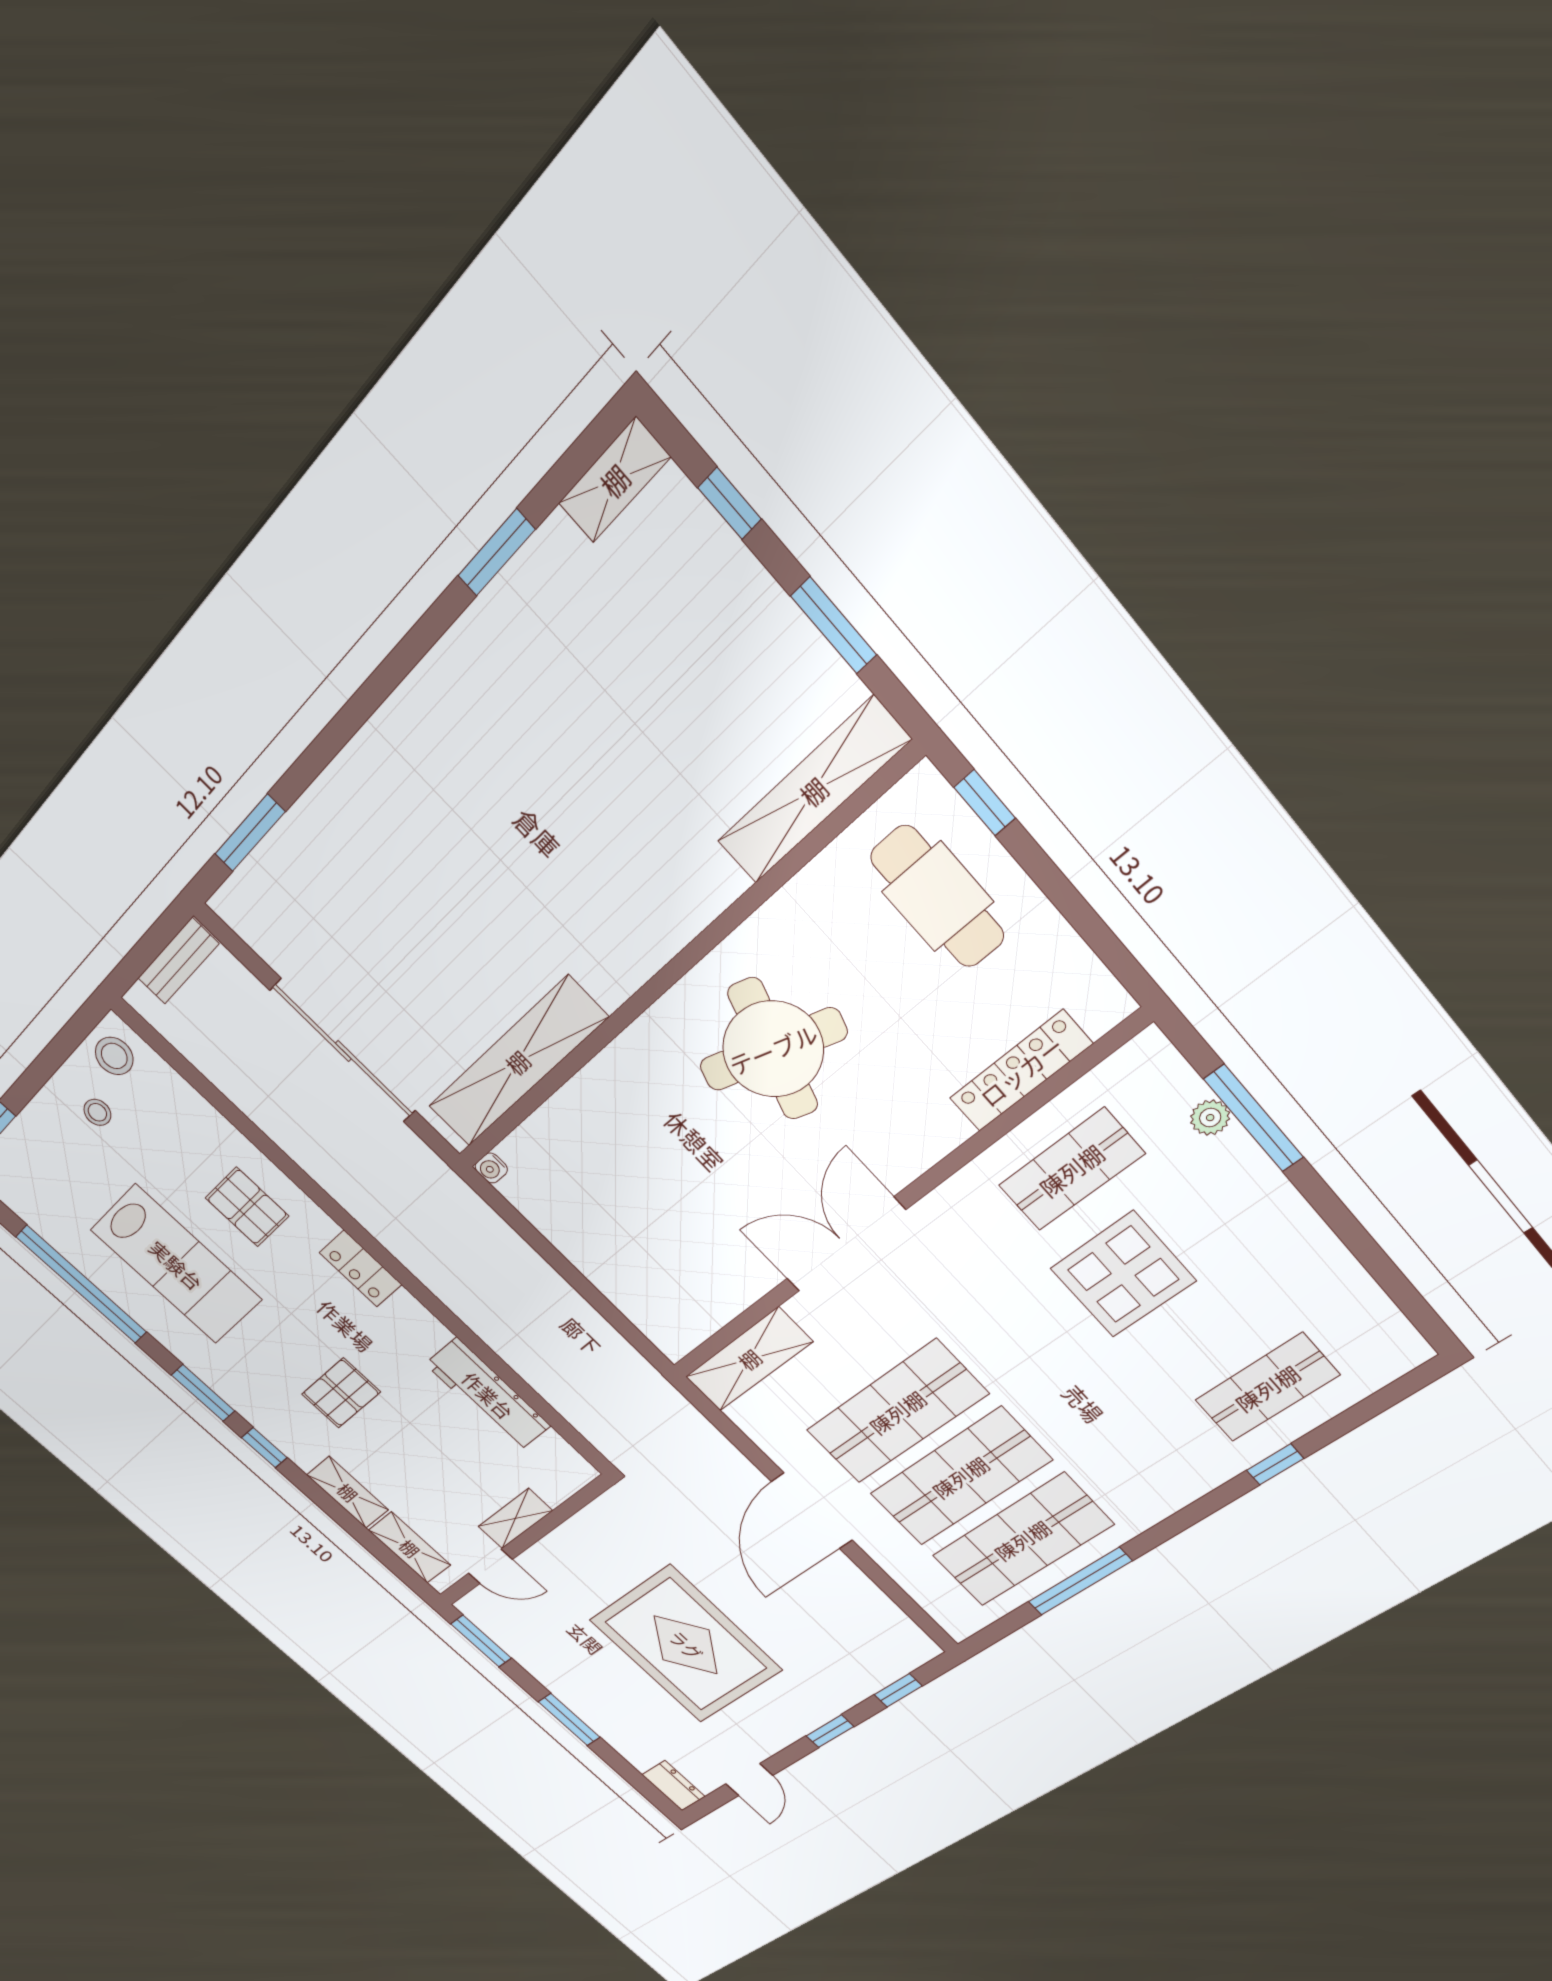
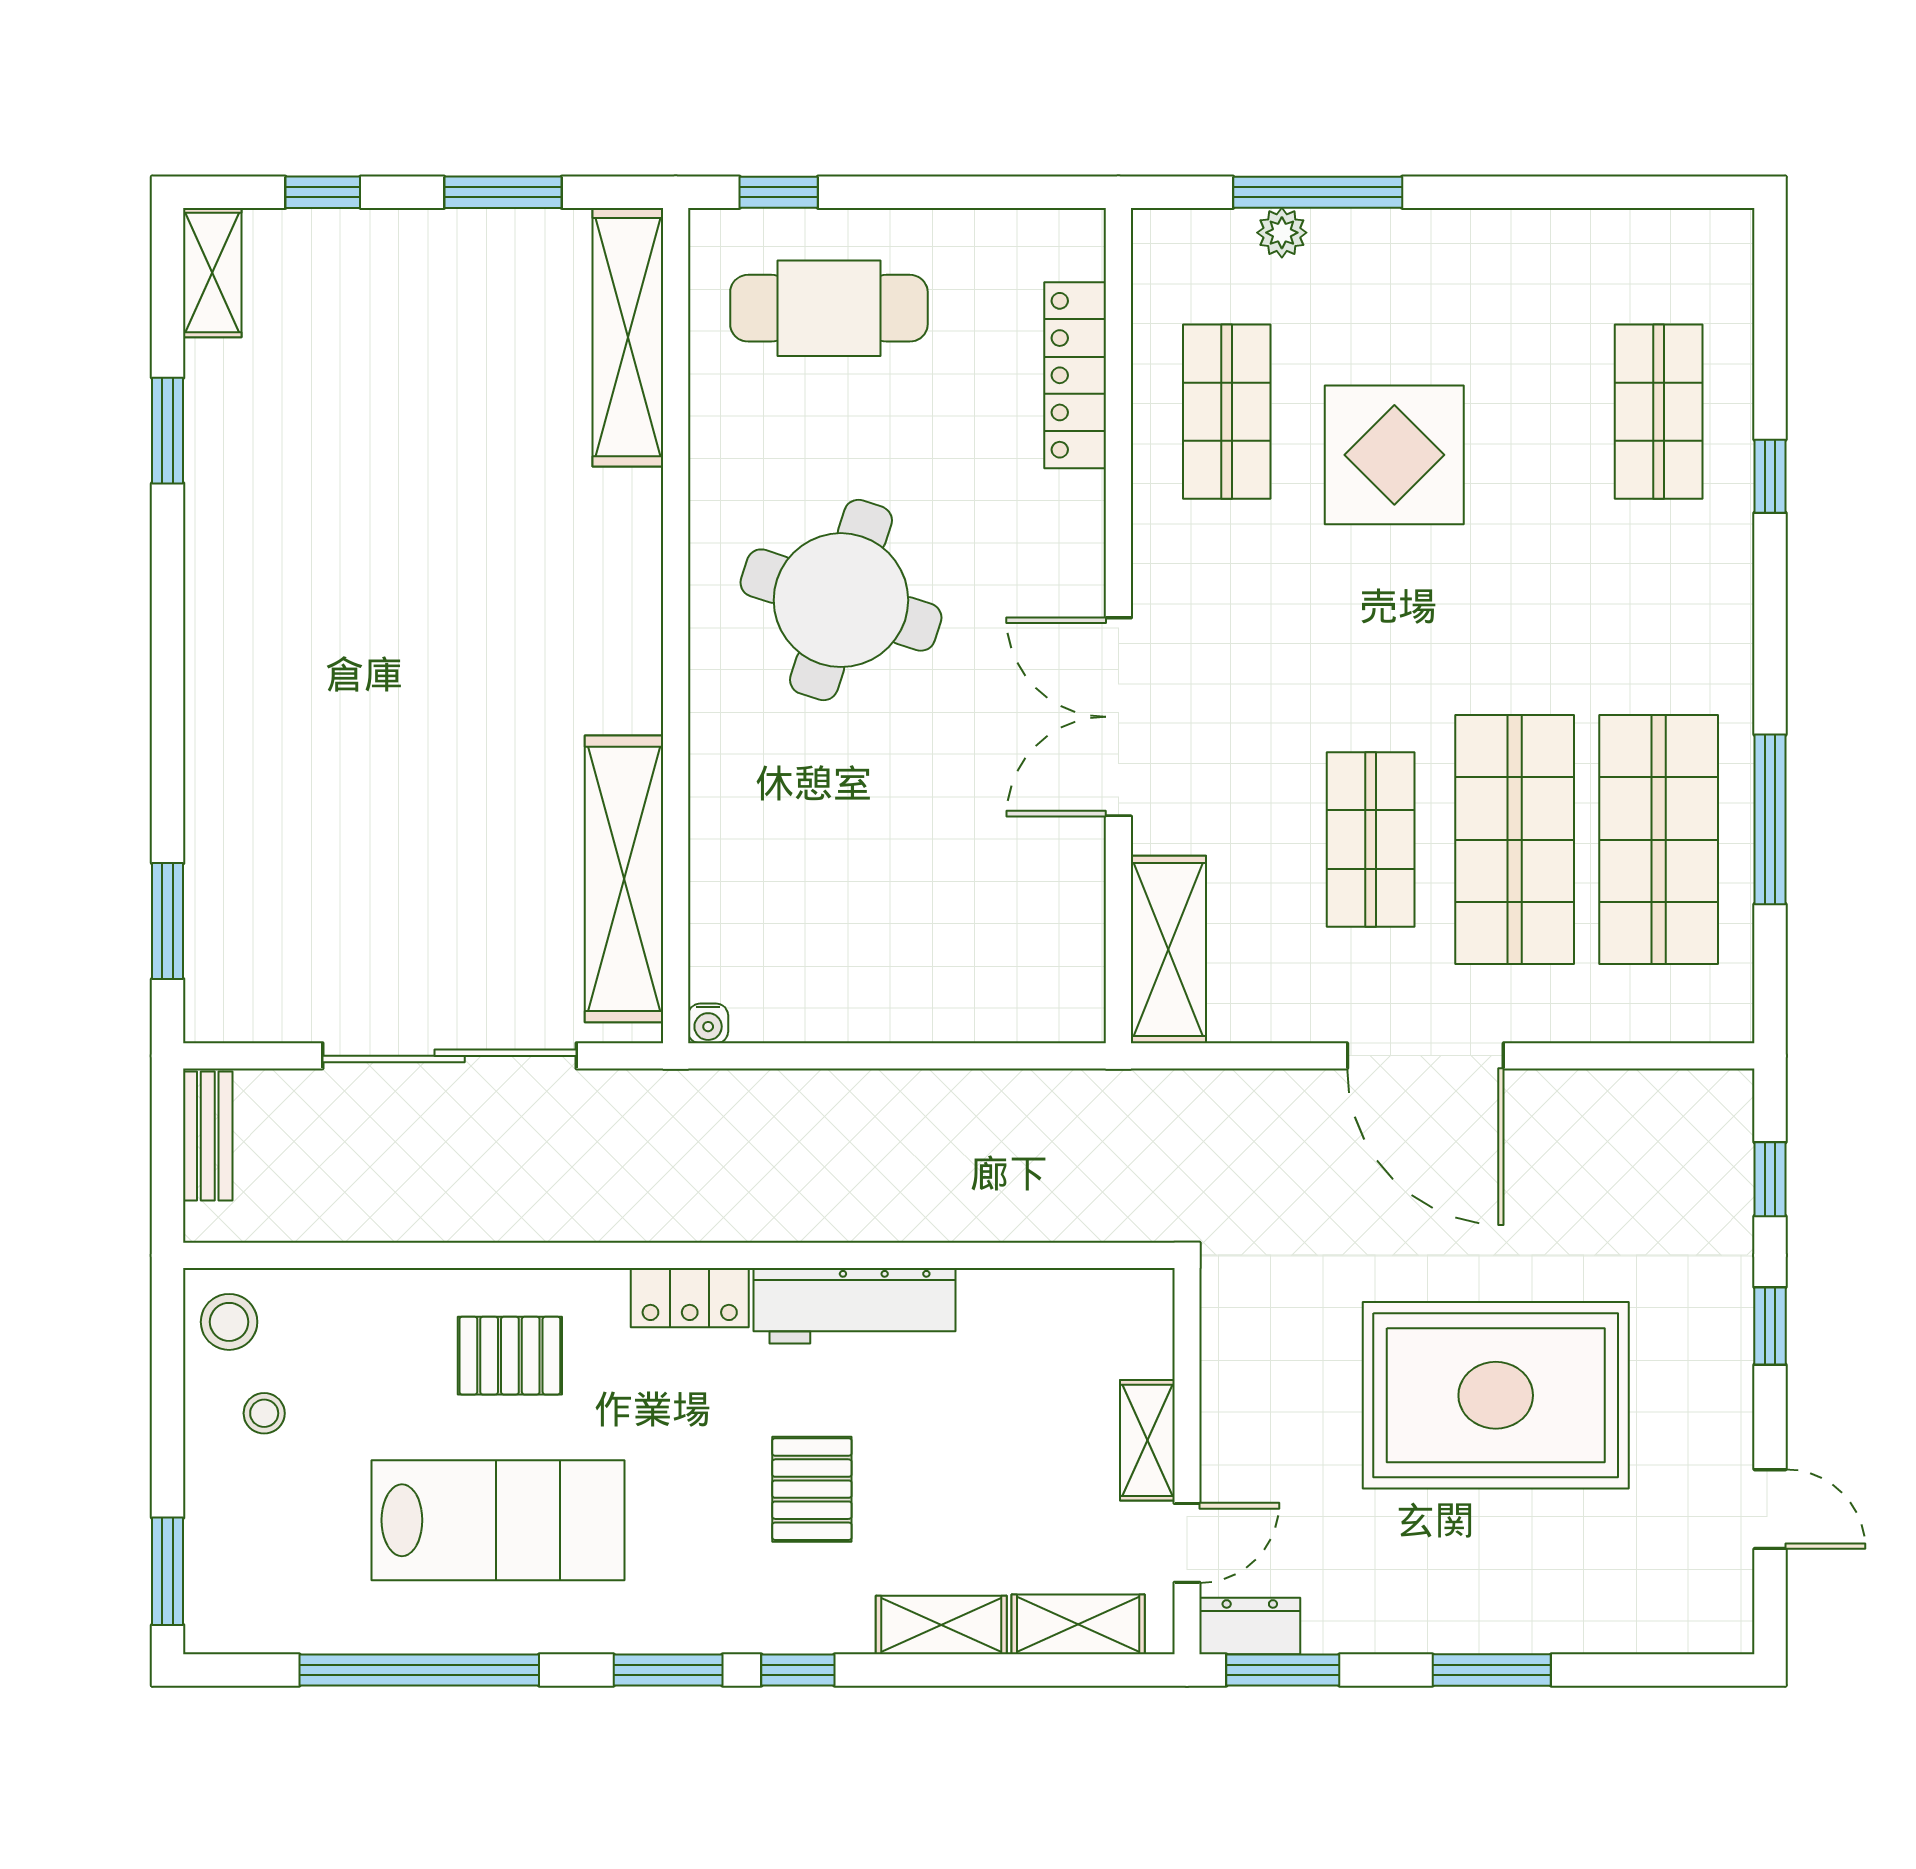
workbench: (488, 1395) -> (854, 1306), moved
shop shelf: (897, 1412) -> (1371, 840), width x0.70, depth x0.74
dresser: (673, 1786) -> (1250, 1626), moved

